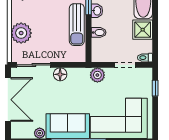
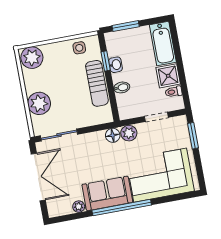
toilet: (145, 58) -> (174, 92), moved
floor lamp: (60, 74) -> (113, 135), moved
window: (155, 88) -> (193, 136), width x1.50

